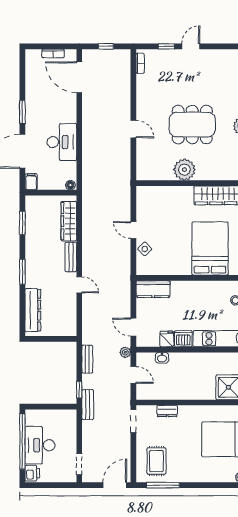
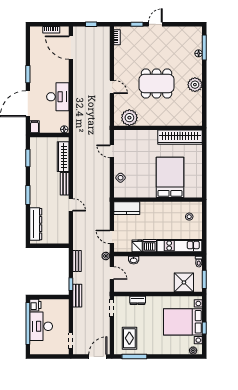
plant: (184, 170) -> (129, 118), moved
door: (133, 230) -> (112, 151), moved
printer: (32, 473) -> (35, 305), moved

